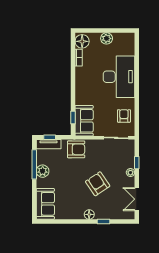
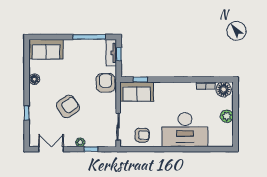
armchair: (76, 149) -> (106, 83), turned 180
plant: (43, 171) -> (82, 46), removed
floor lamp: (89, 214) -> (34, 79), moved

